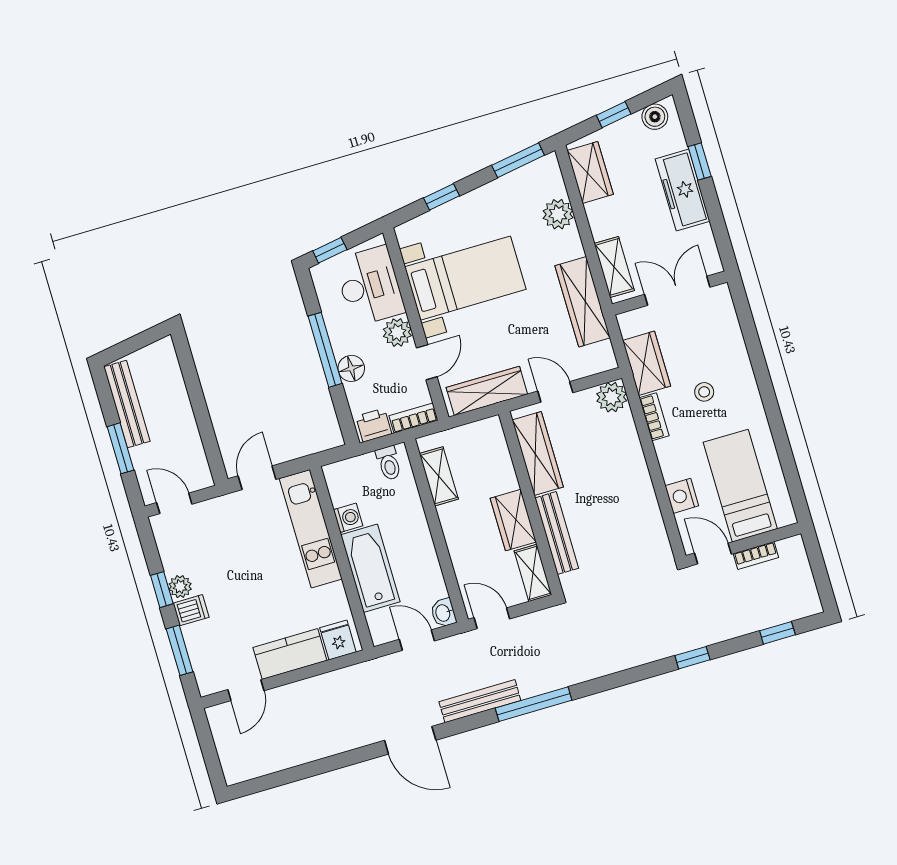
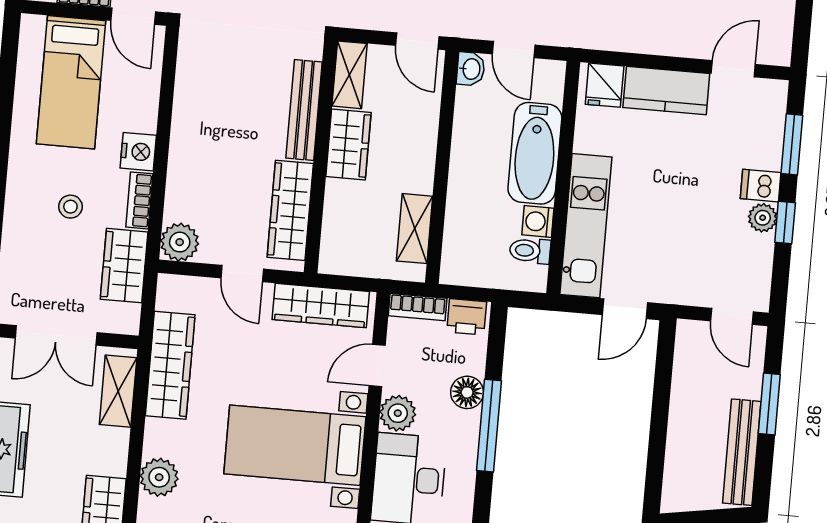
toilet: (389, 463) -> (530, 251), moved, turned -90
nightstand: (682, 496) -> (138, 152), moved

